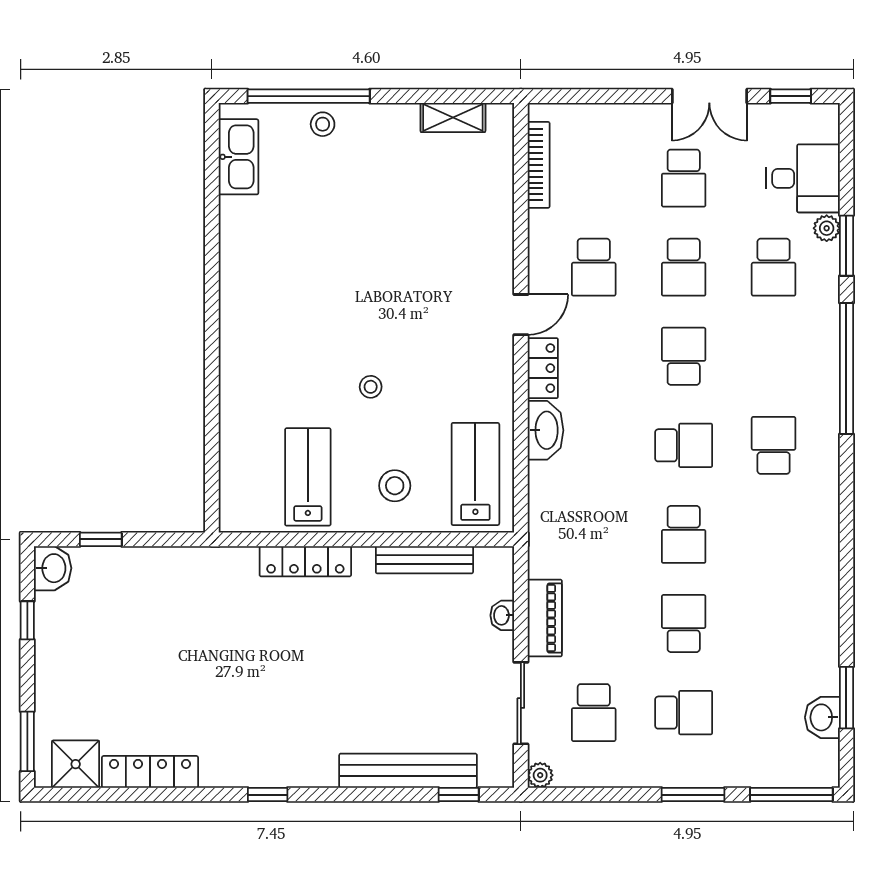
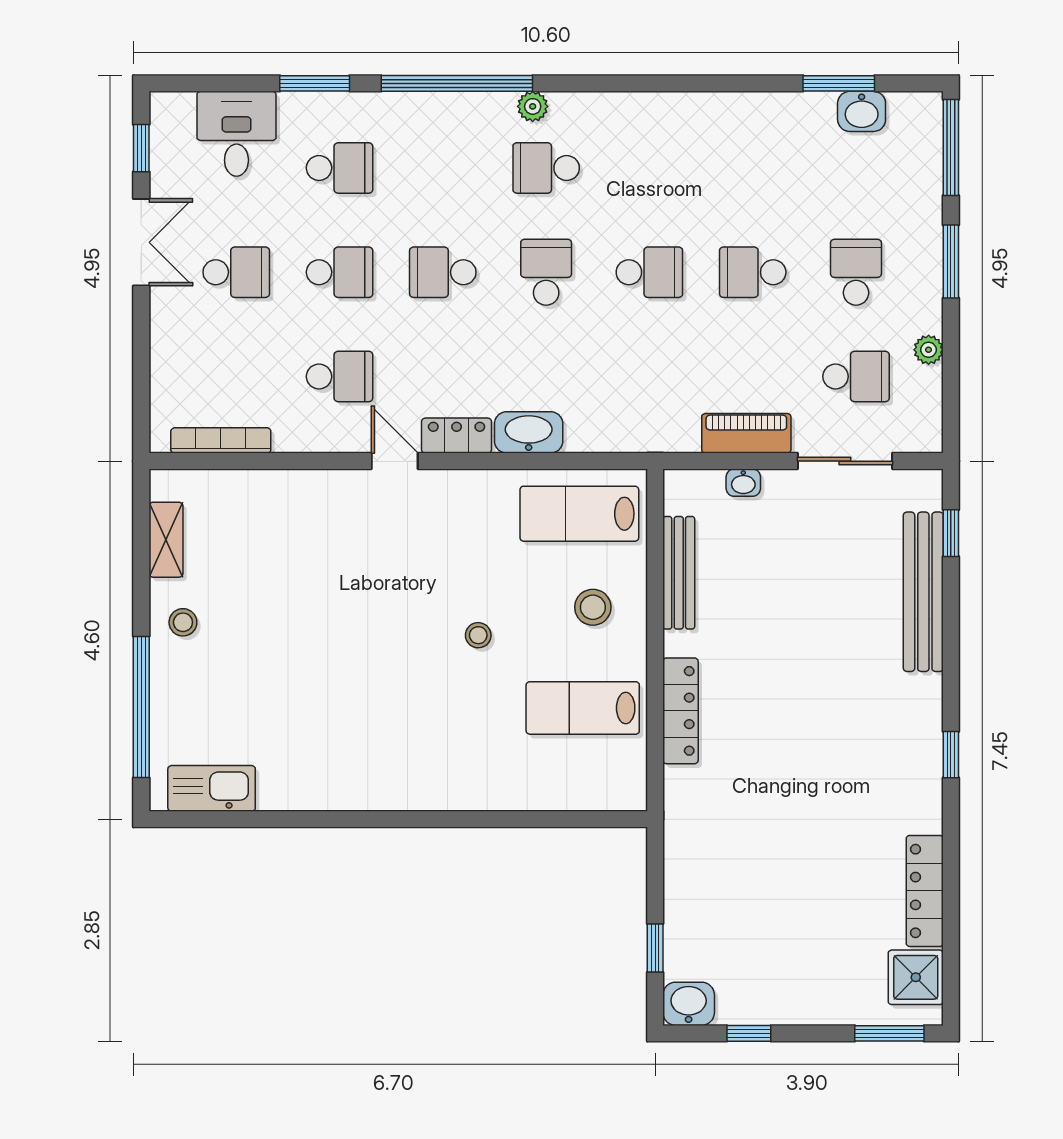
stool: (323, 124) -> (183, 622), moved
plant: (827, 228) -> (533, 106), moved
plant: (540, 775) -> (929, 350), moved

